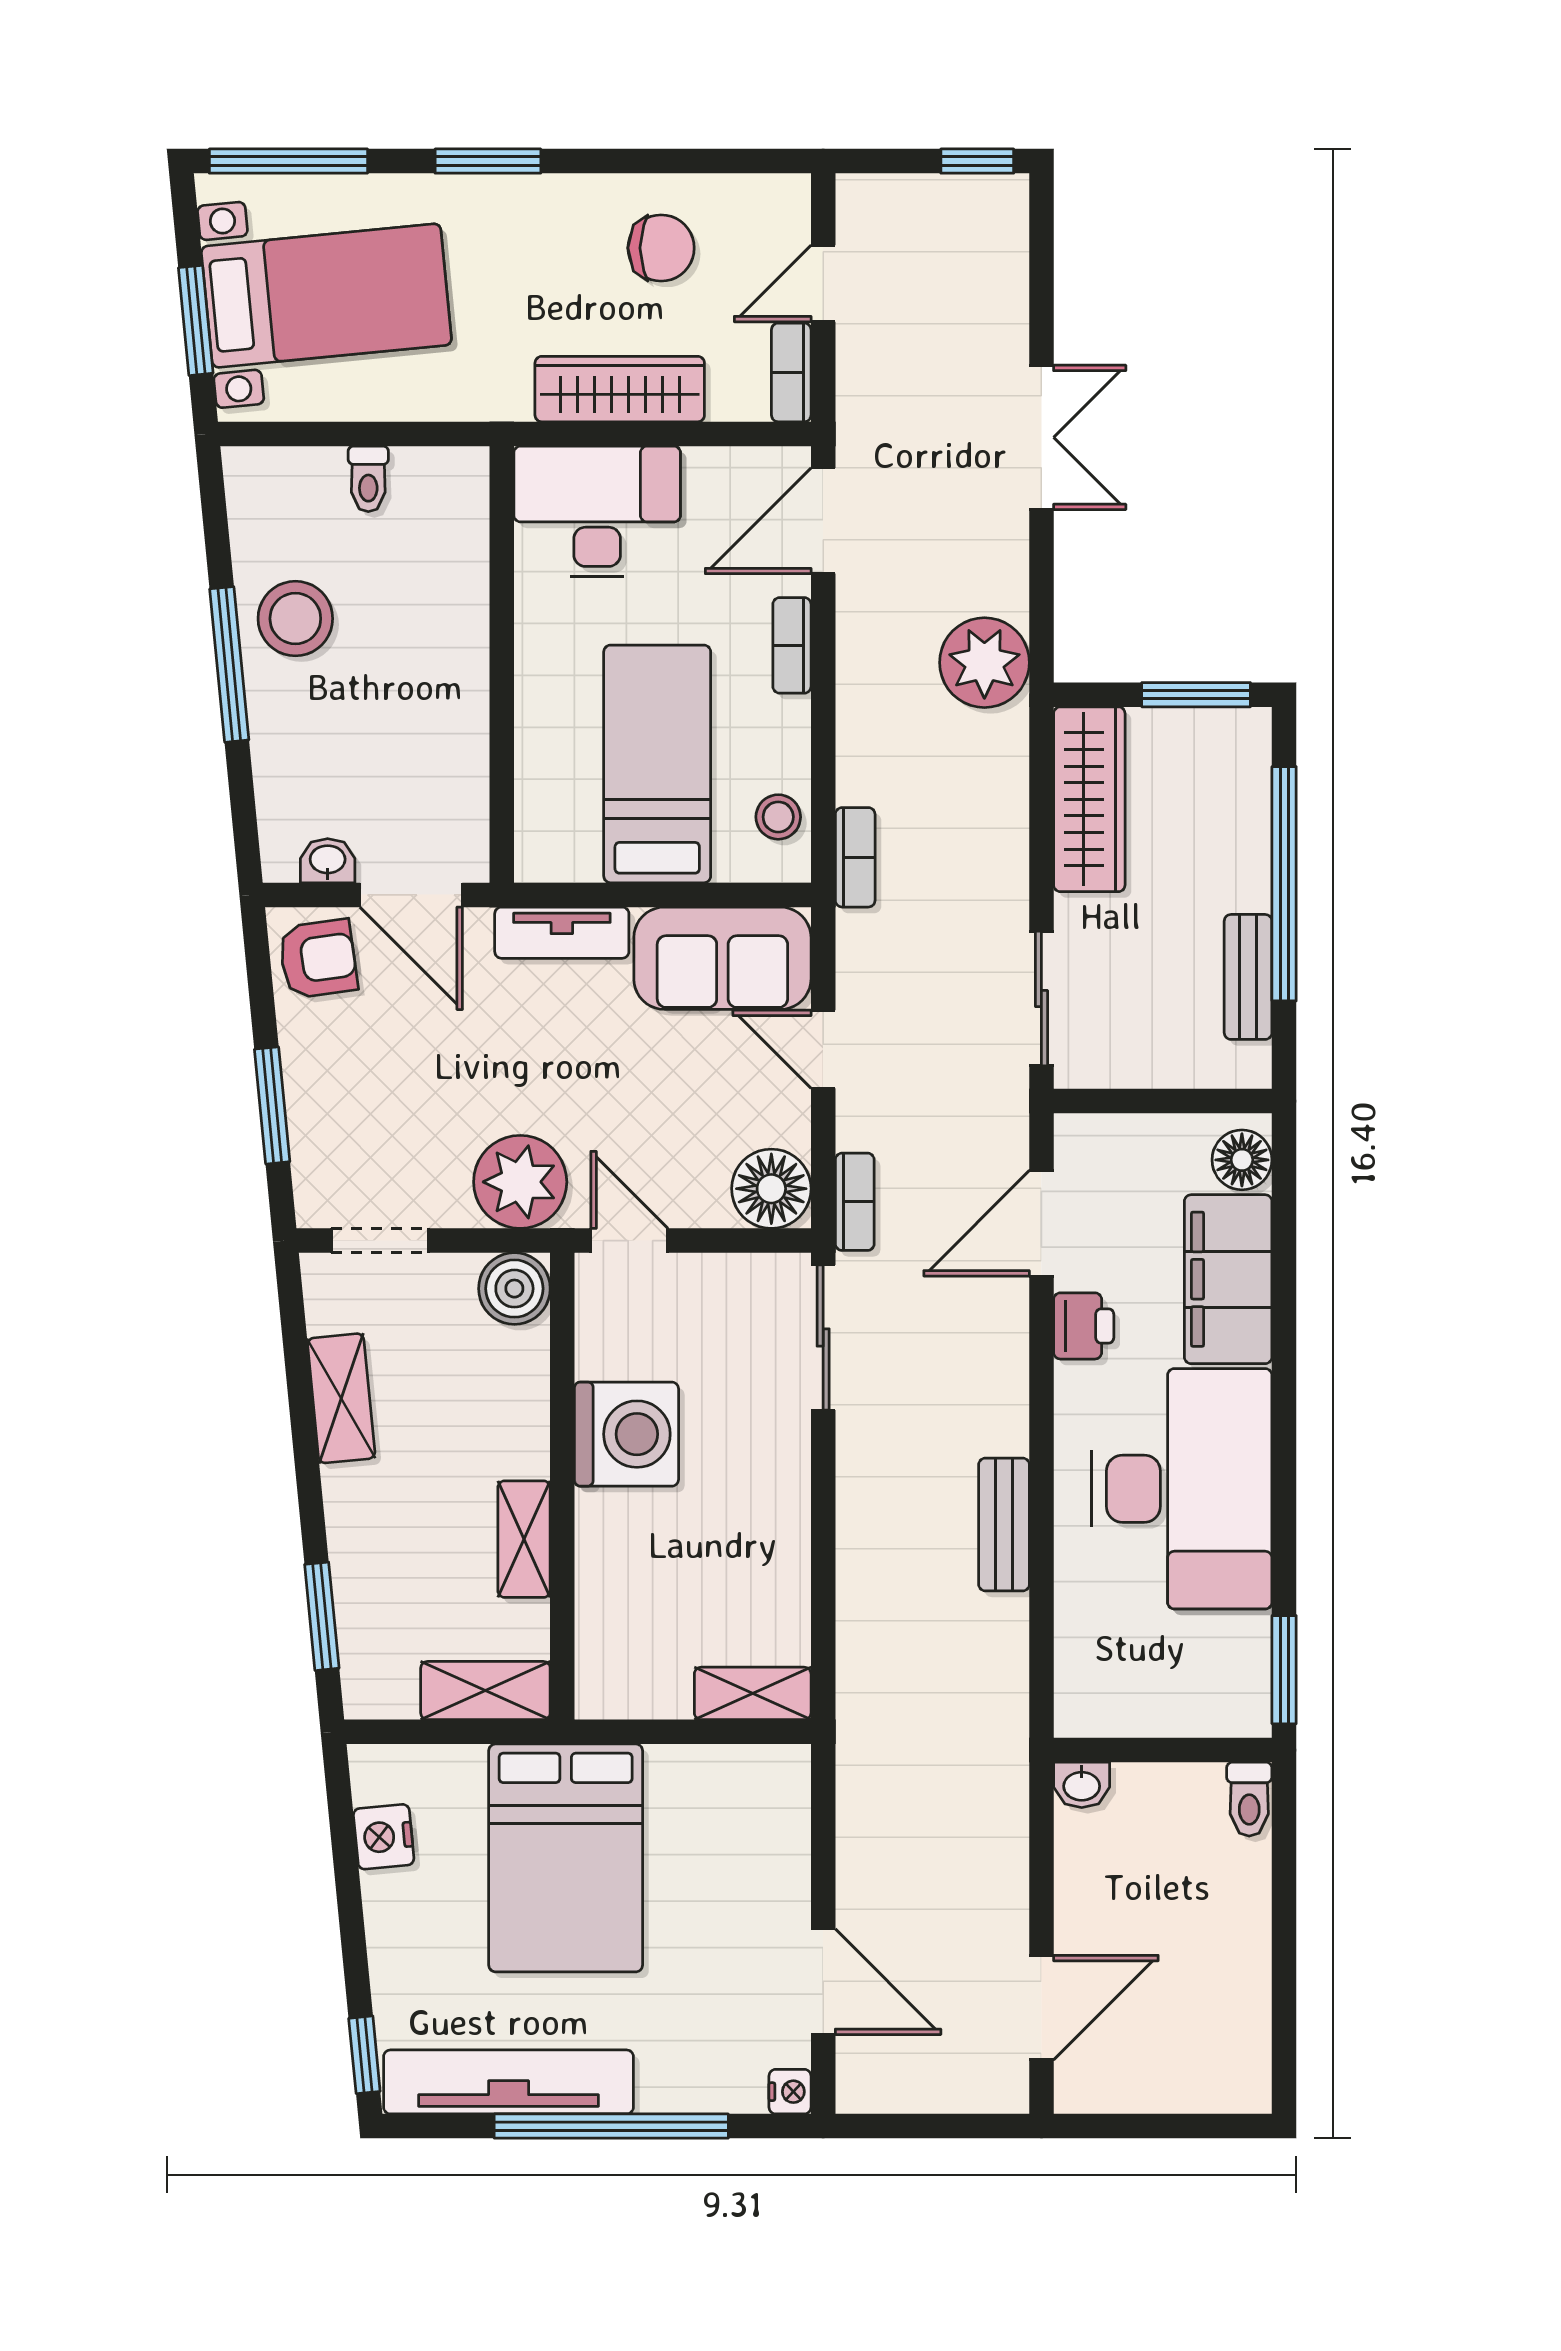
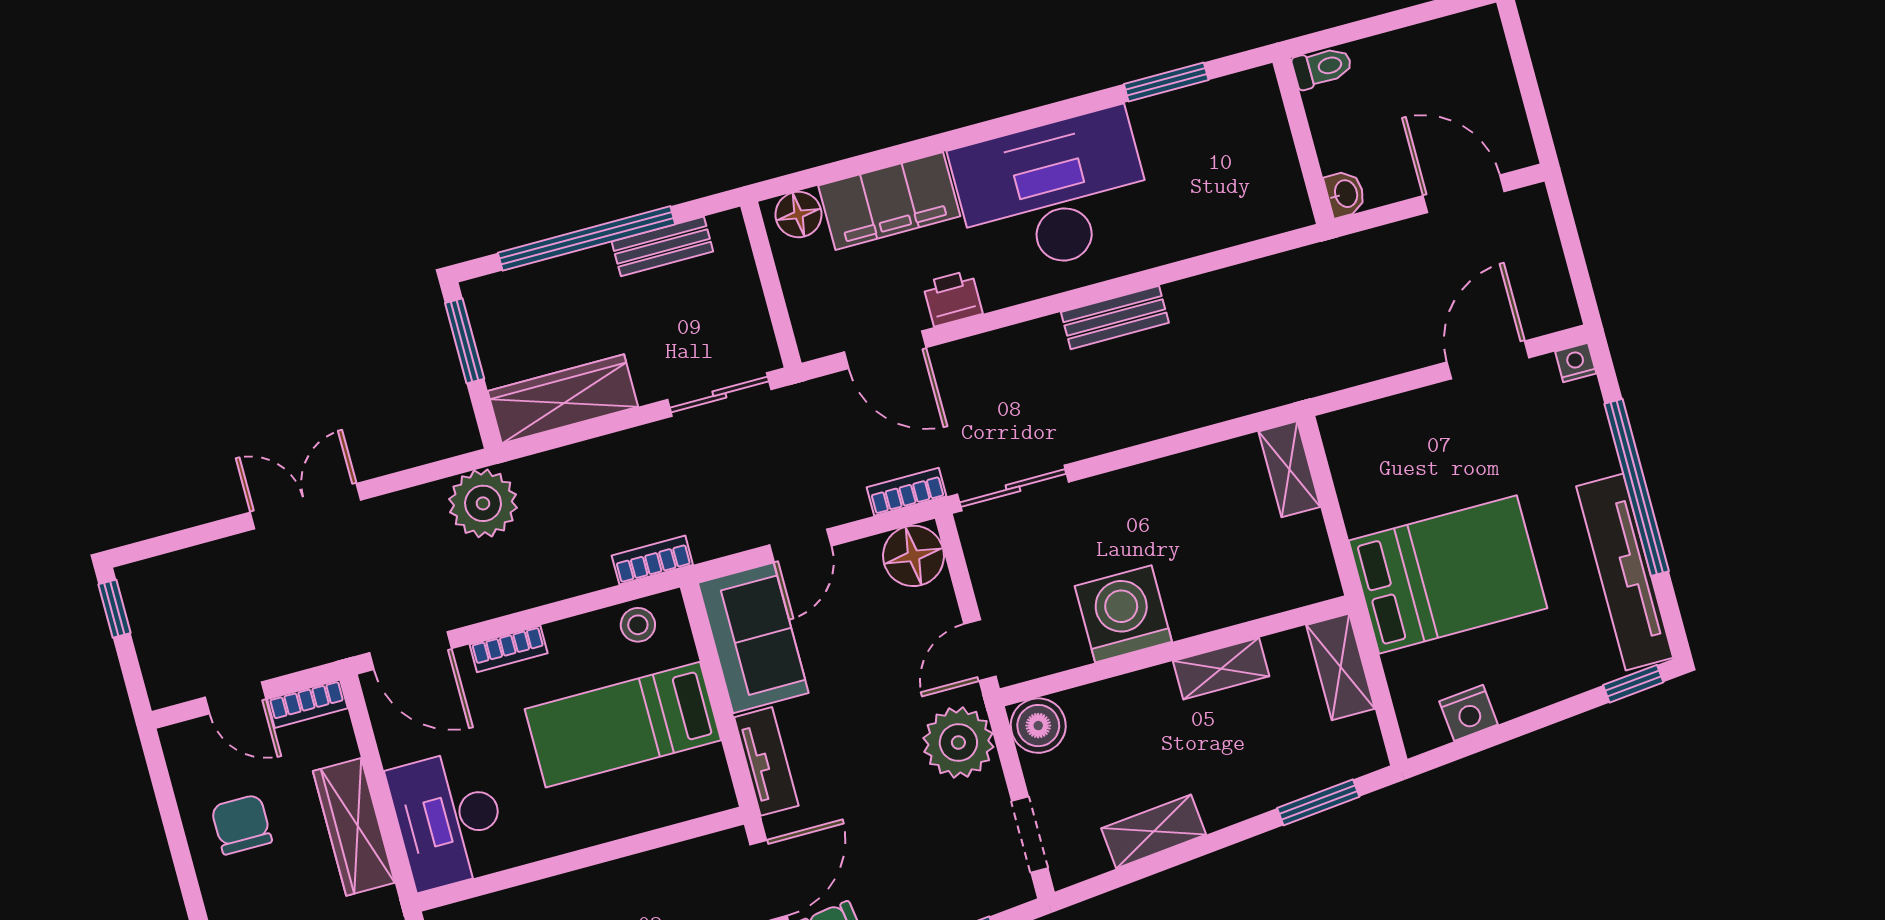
wall: (1163, 1750) -> (1303, 141), moved
washbasin: (1082, 1785) -> (1345, 194), moved
toilet: (1249, 1799) -> (1322, 67), moved

